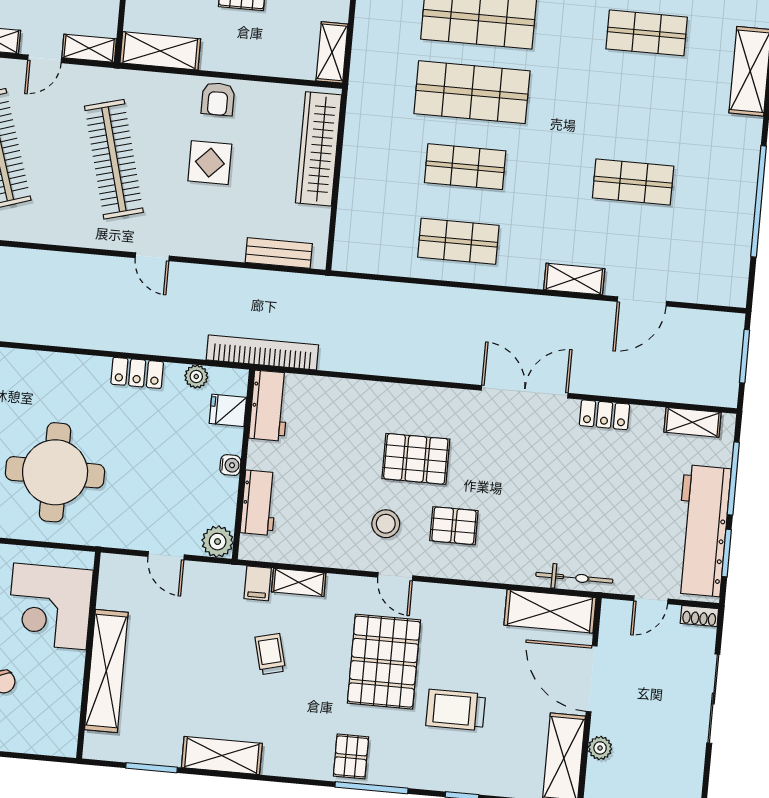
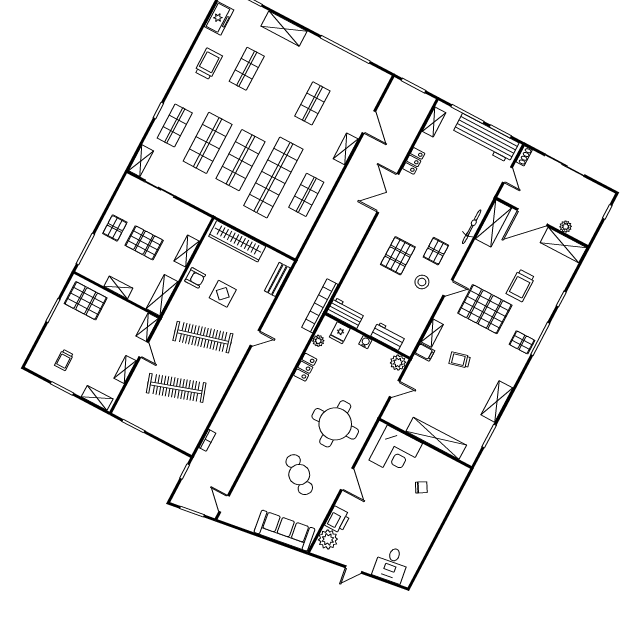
shelving: (332, 52) -> (187, 251), moved, turned 90
shop shelf: (465, 167) -> (273, 177), width x2.00, depth x1.36
bicycle: (574, 578) -> (472, 227), moved

